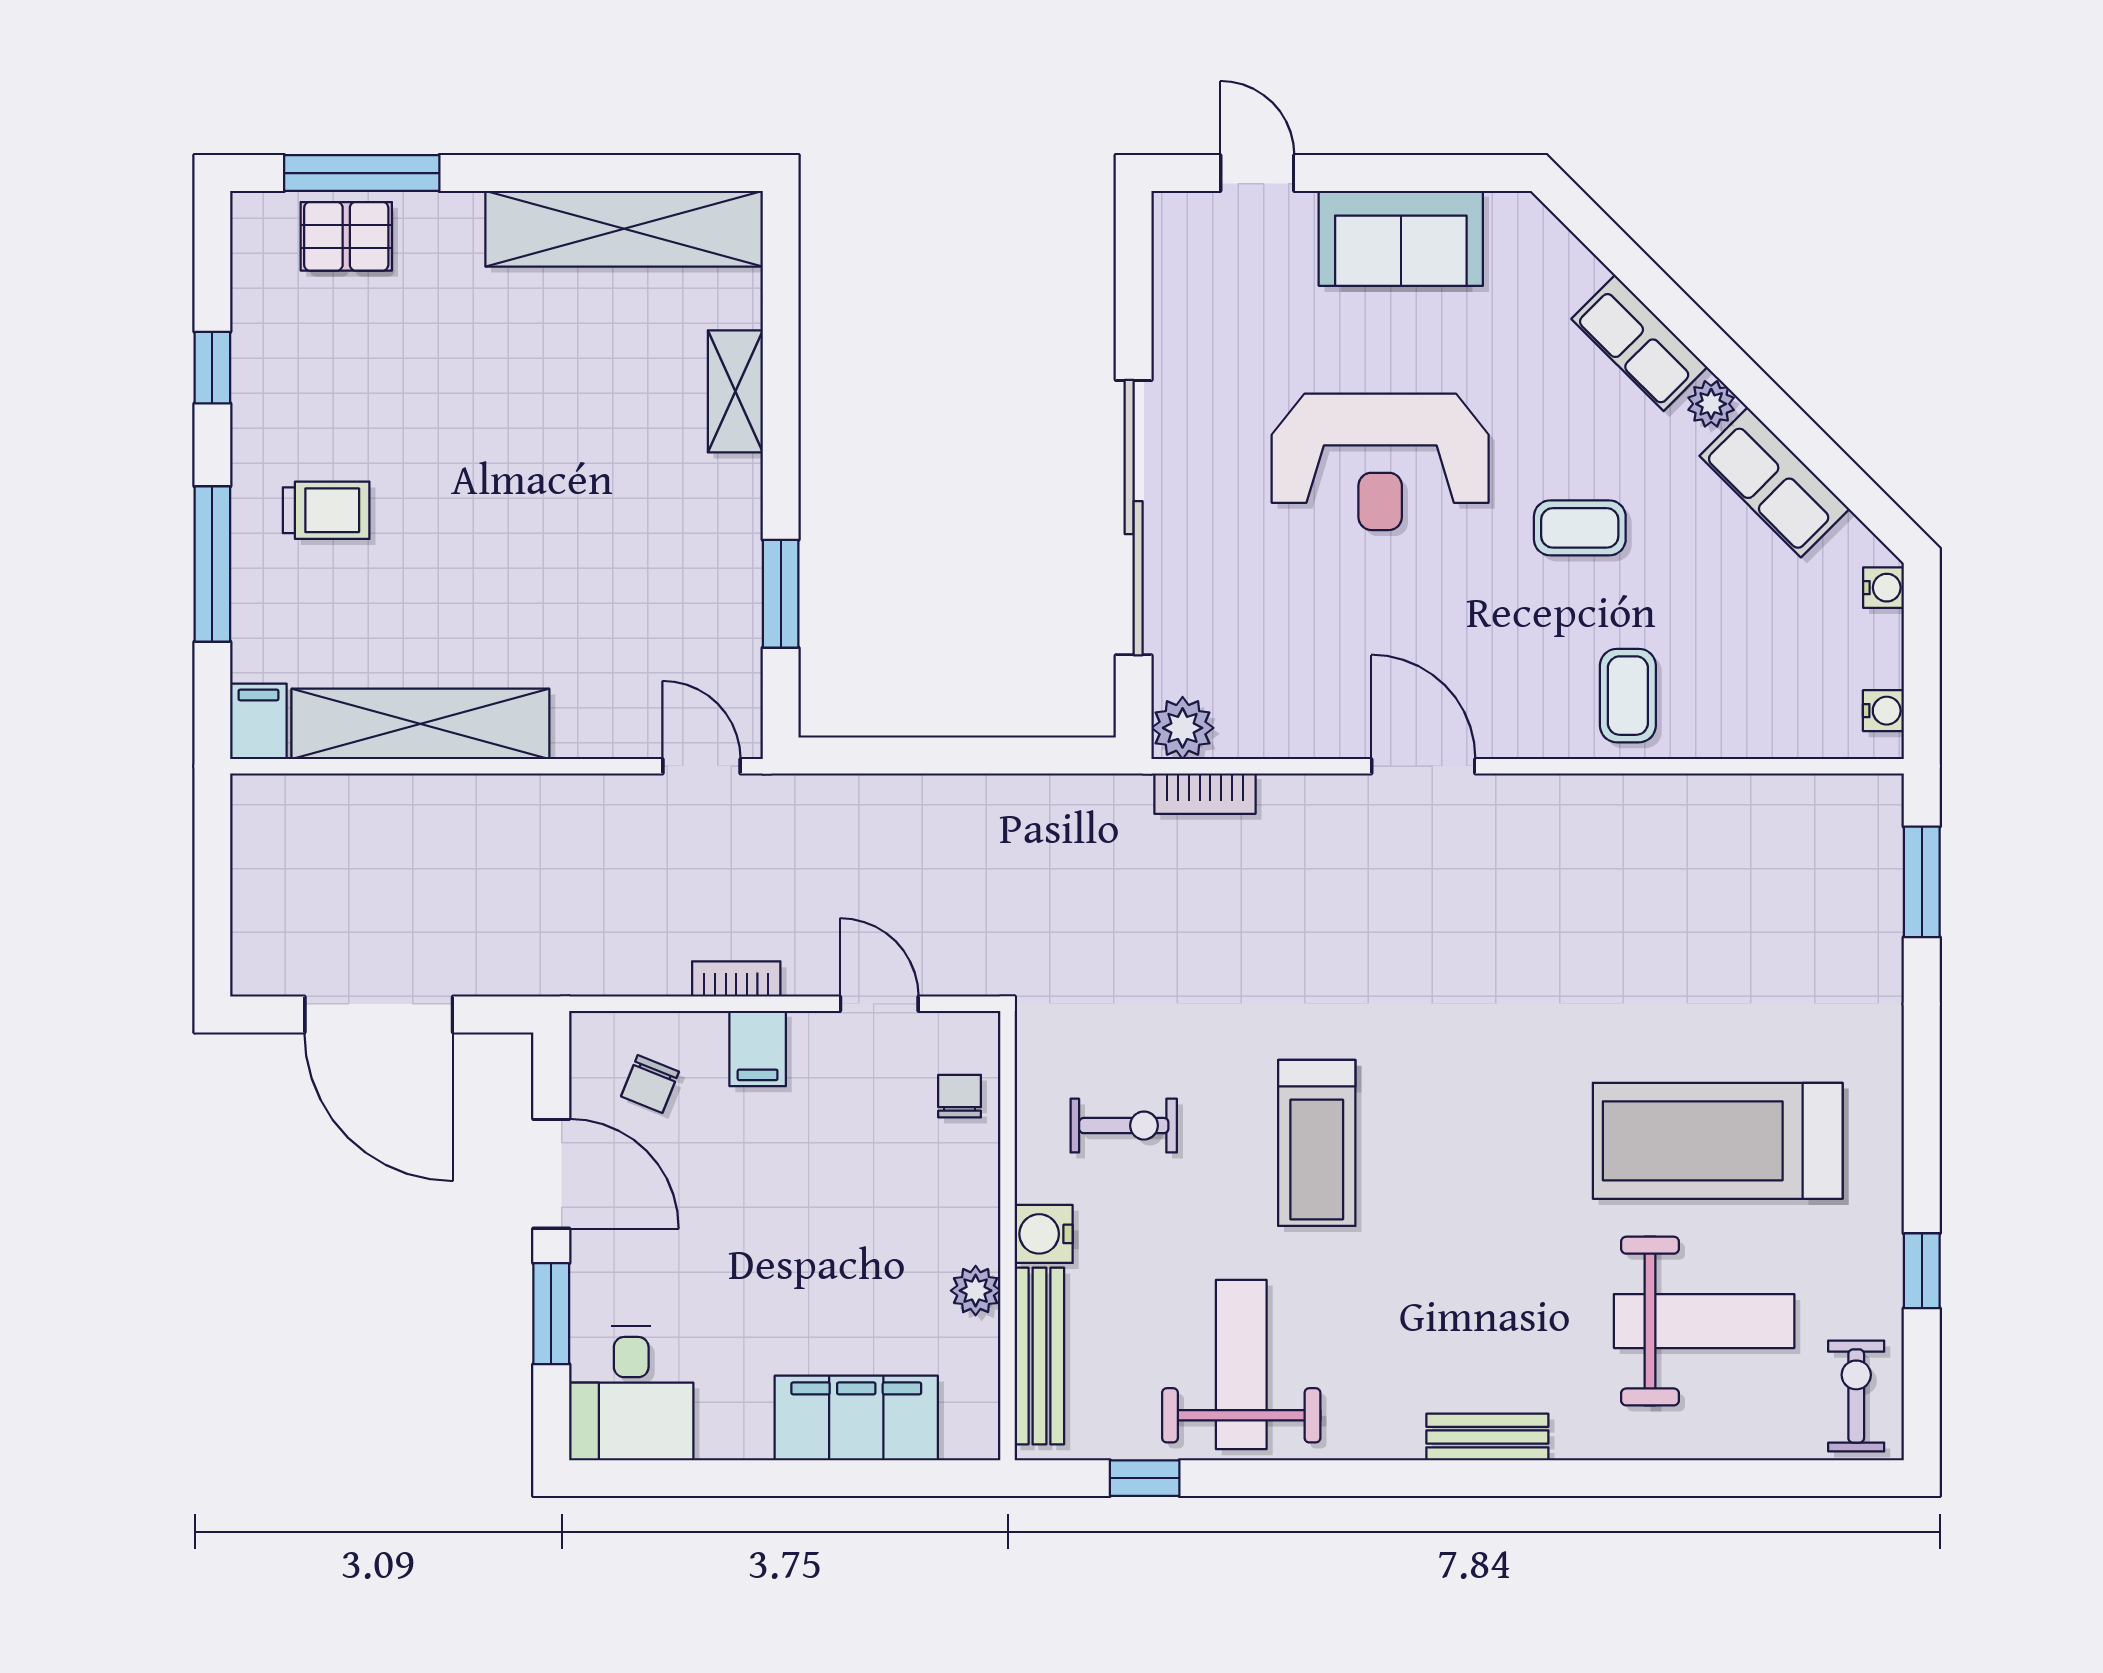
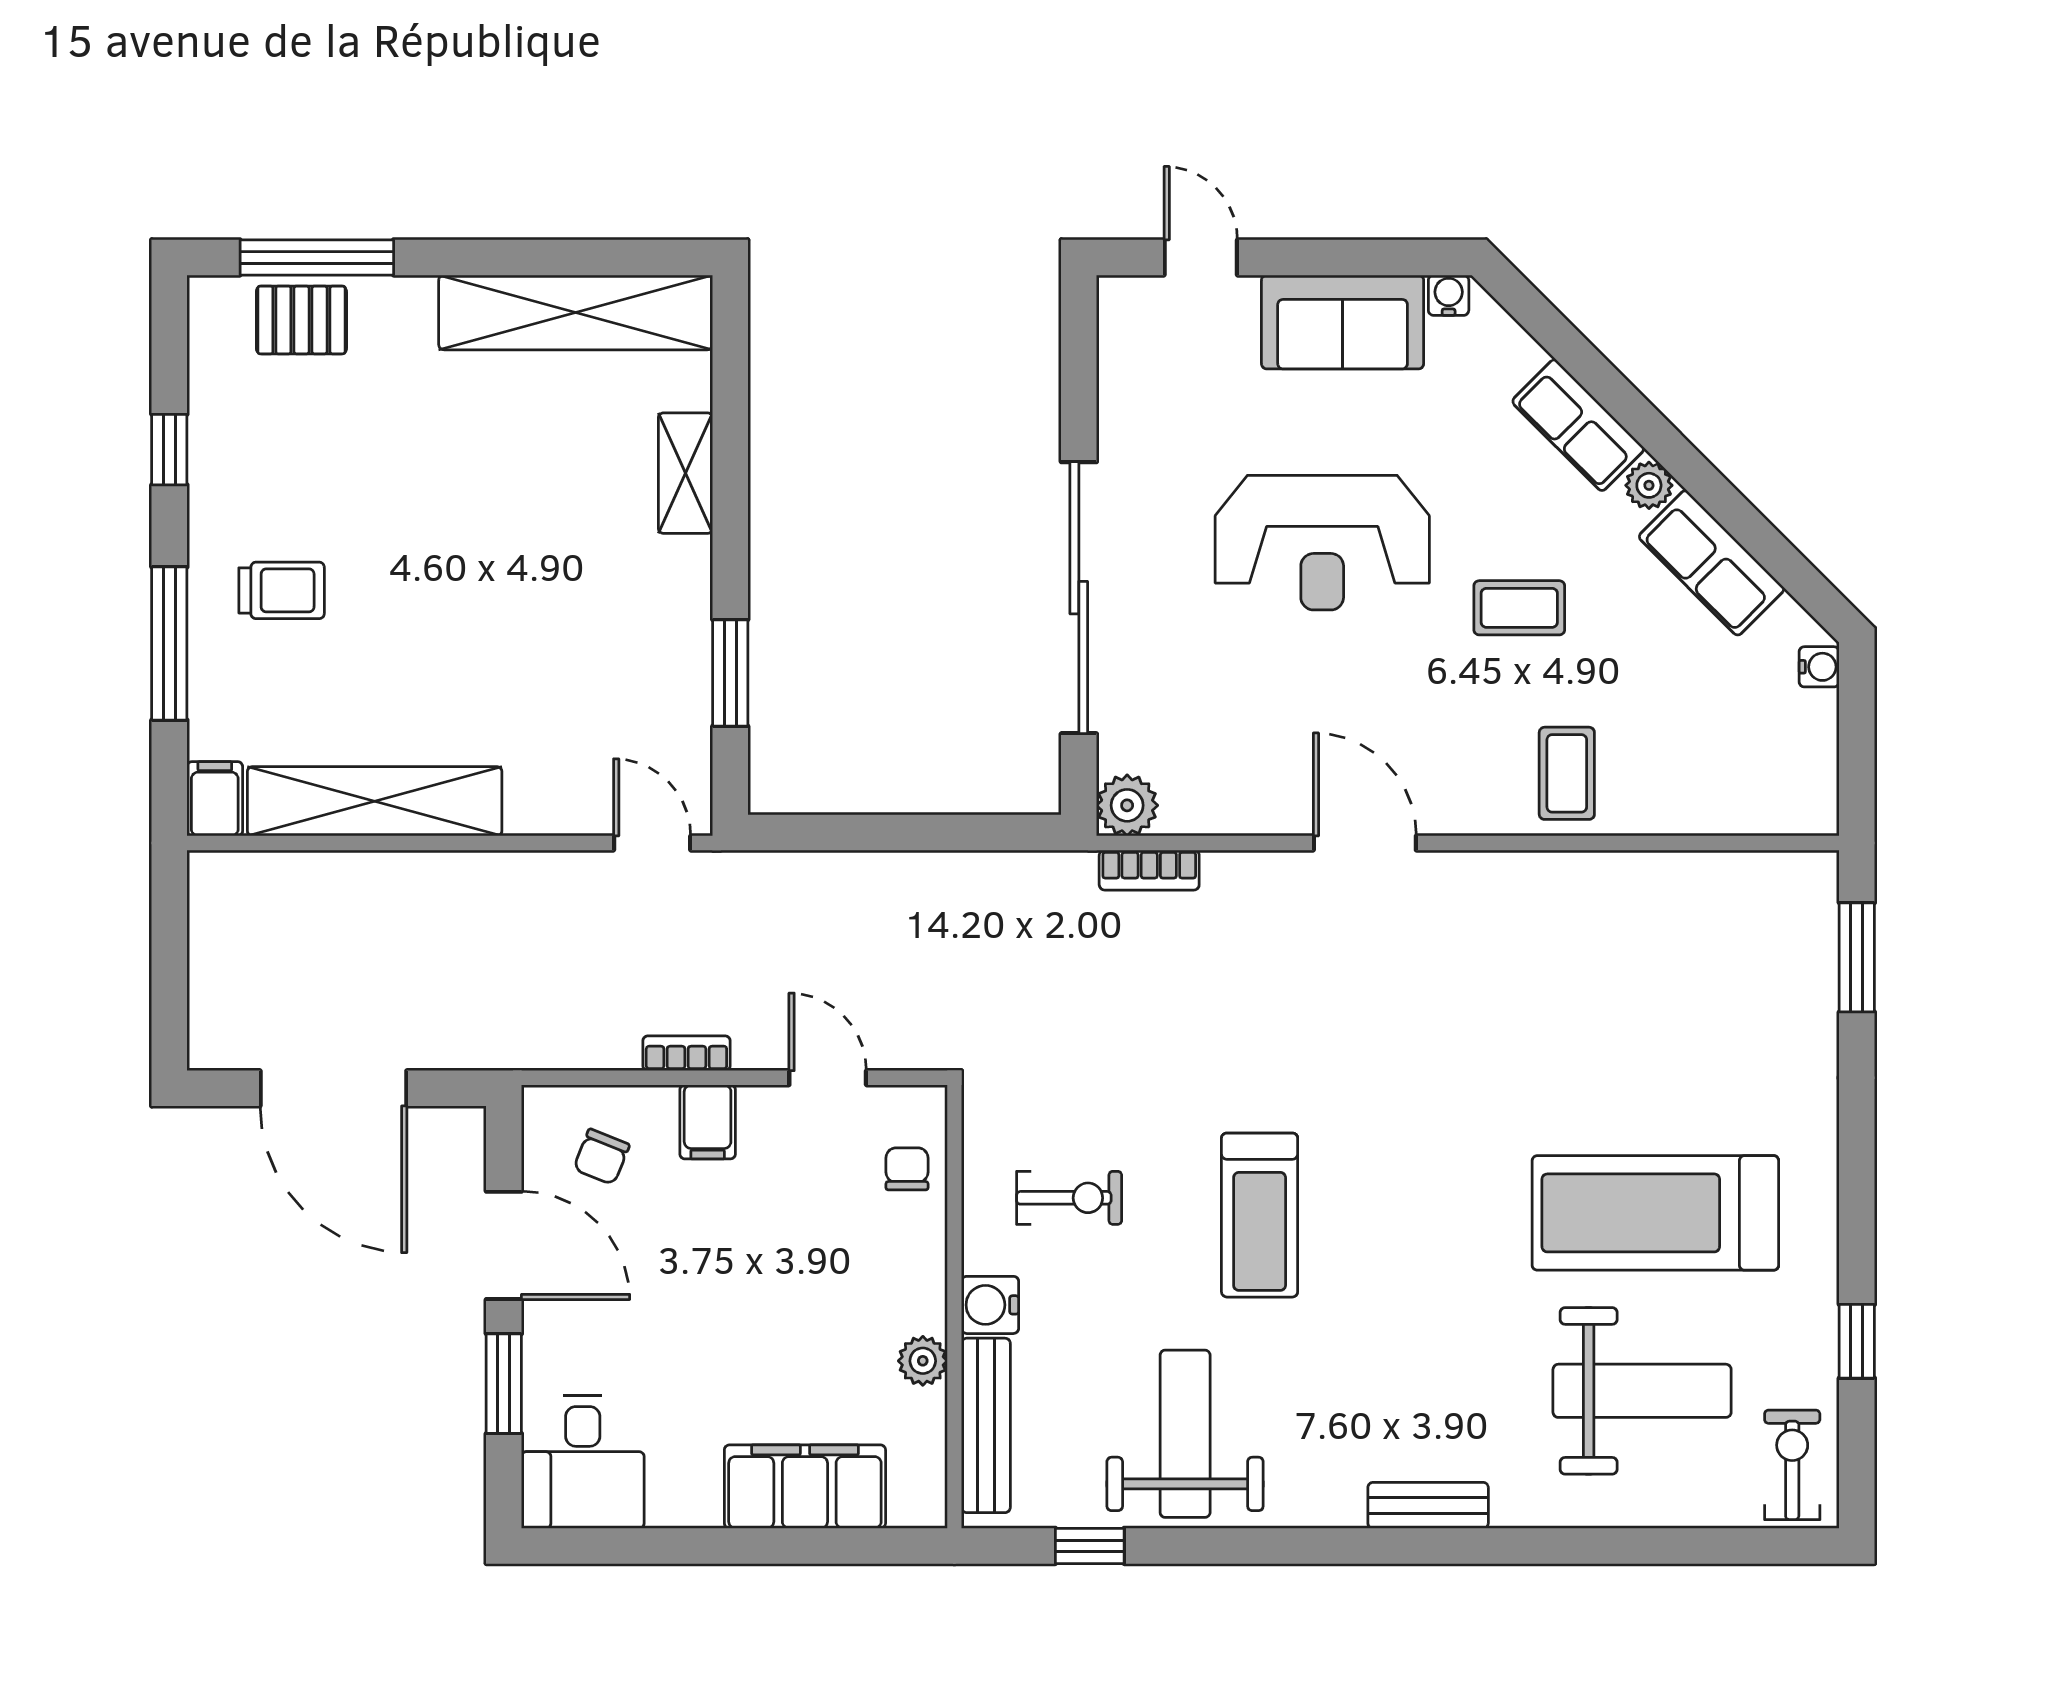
water cooler: (1883, 711) -> (1449, 295), moved, turned -90

